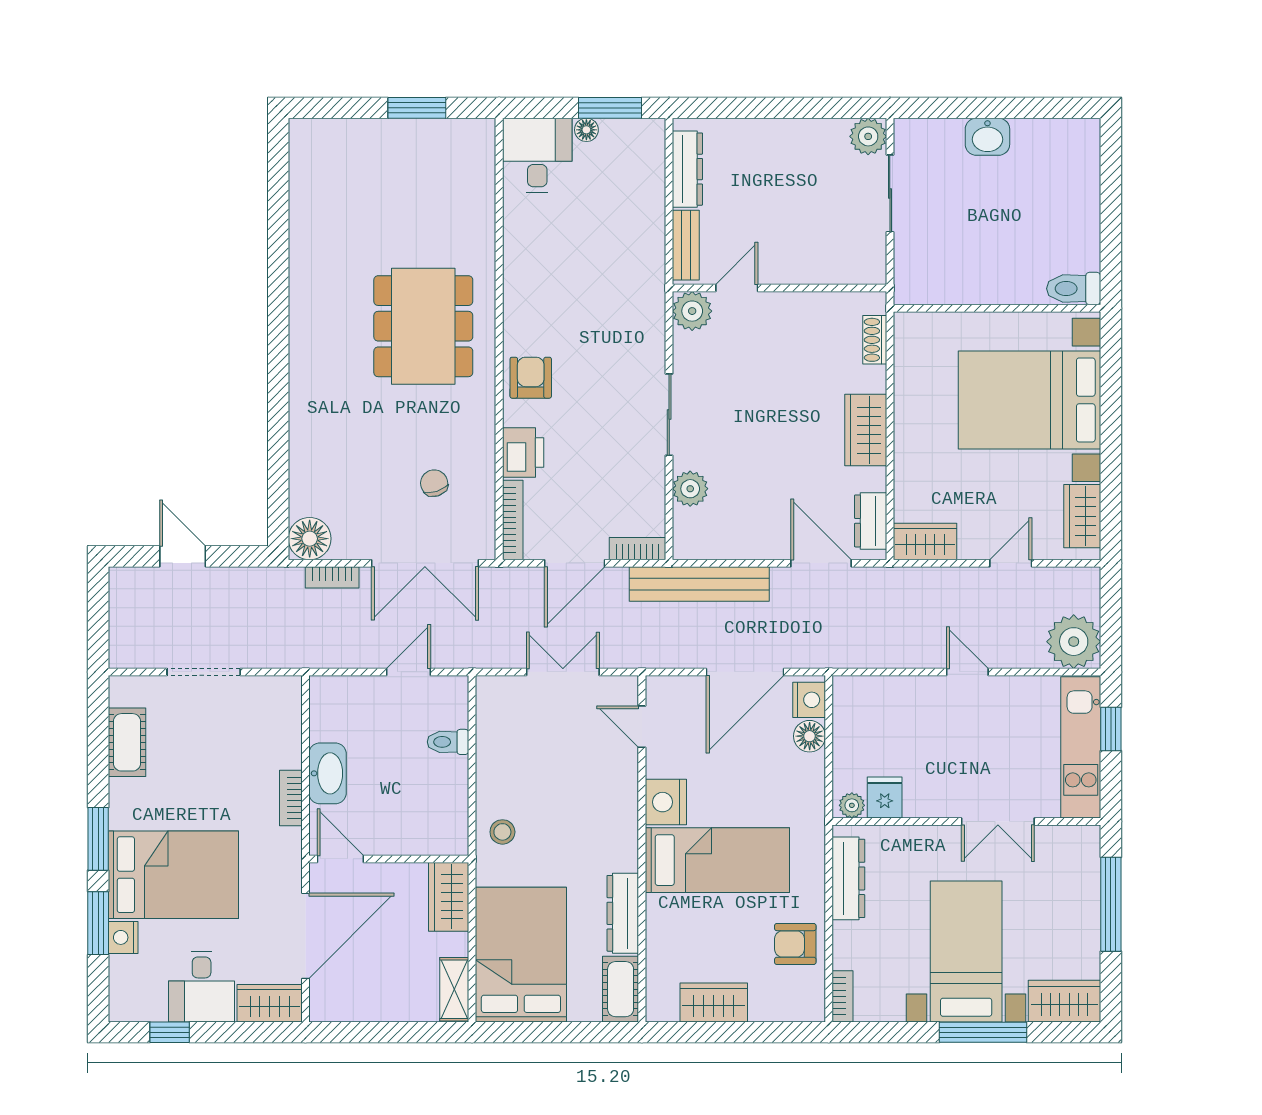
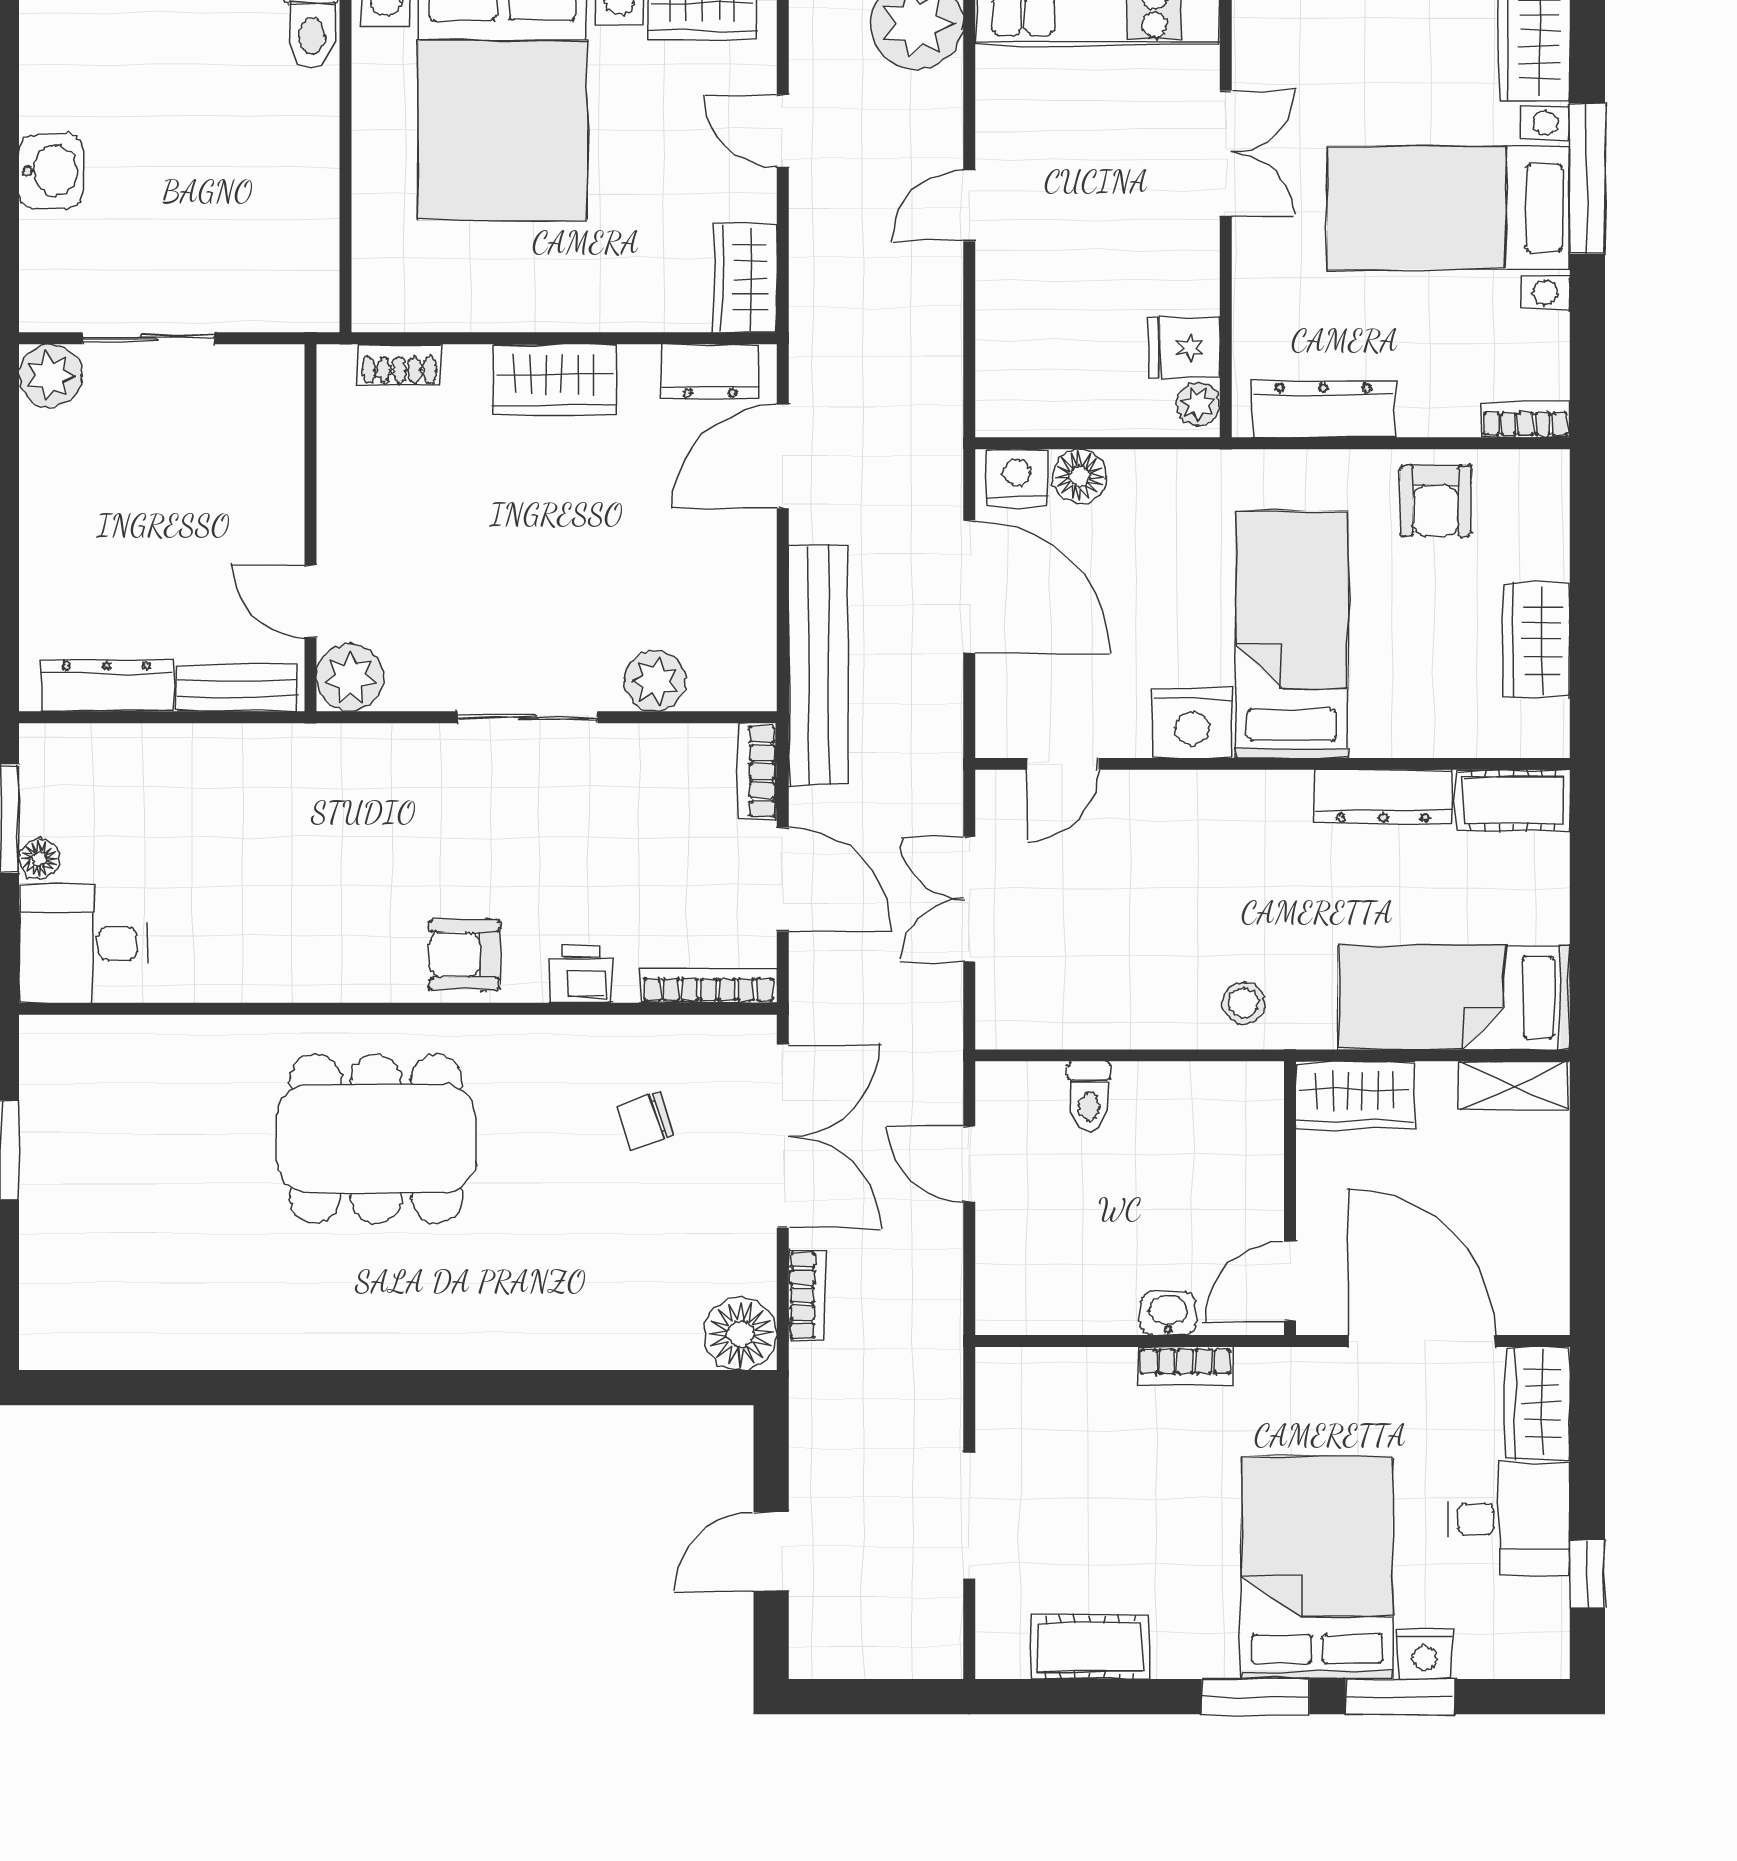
printer: (523, 453) -> (581, 975), width x0.73, depth x0.81
washbasin: (327, 773) -> (1168, 1313), width x0.52, depth x0.69
bed: (521, 955) -> (1454, 997), width x0.67

